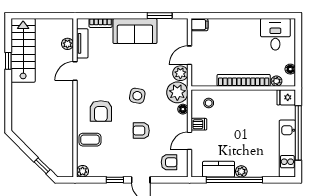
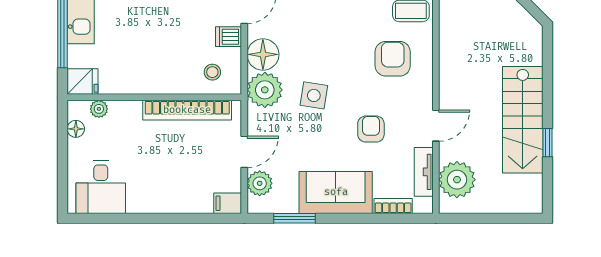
plant: (67, 44) -> (457, 180), width x1.87, depth x1.87
stairs: (23, 50) -> (523, 120), moved
plant: (180, 73) -> (260, 183), moved
bookcase: (244, 80) -> (187, 110), moved
side table: (137, 96) -> (314, 95), moved
floor lamp: (183, 109) -> (263, 54), width x1.89, depth x1.89
armchair: (141, 131) -> (371, 129), moved, turned -90

